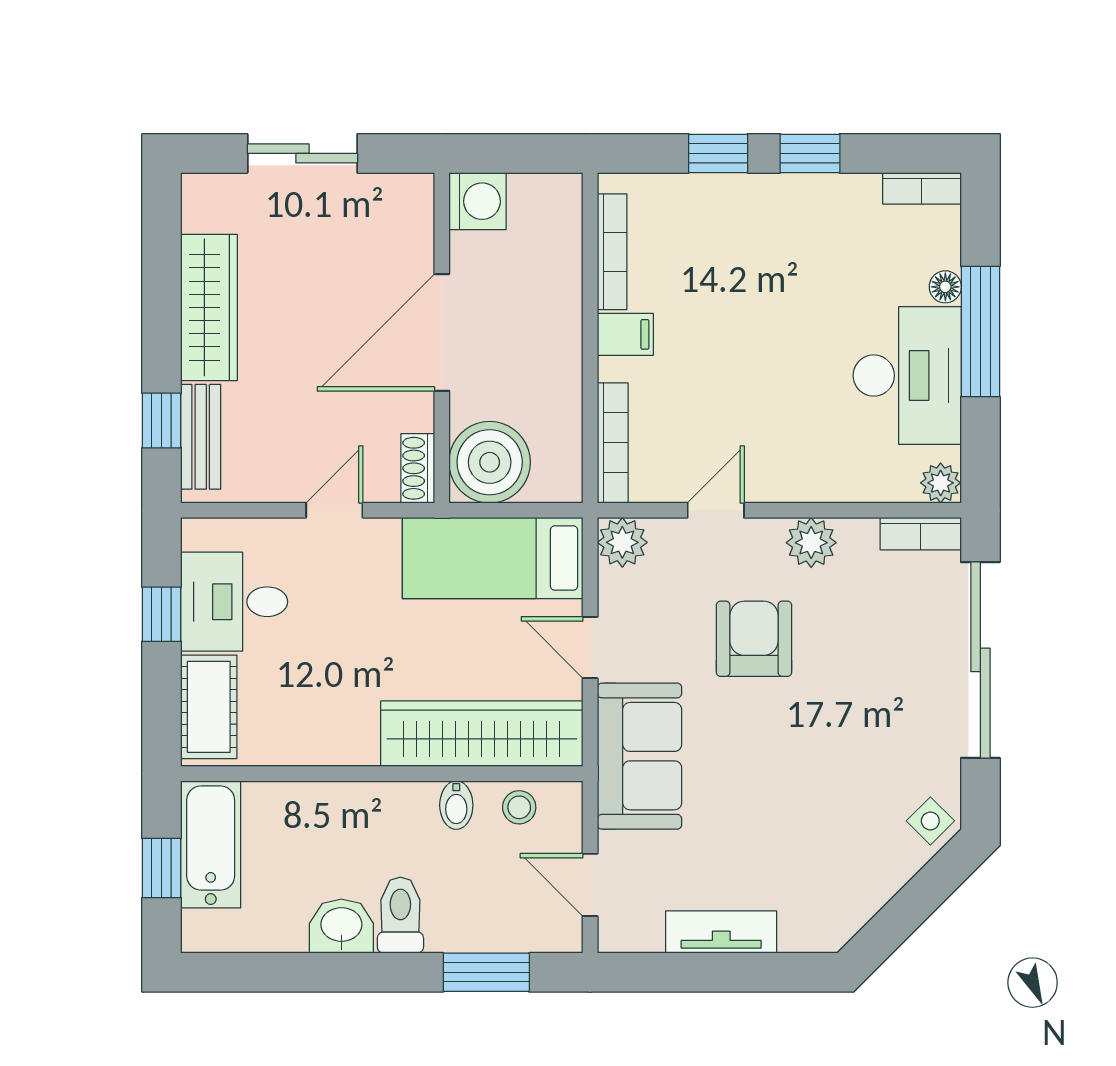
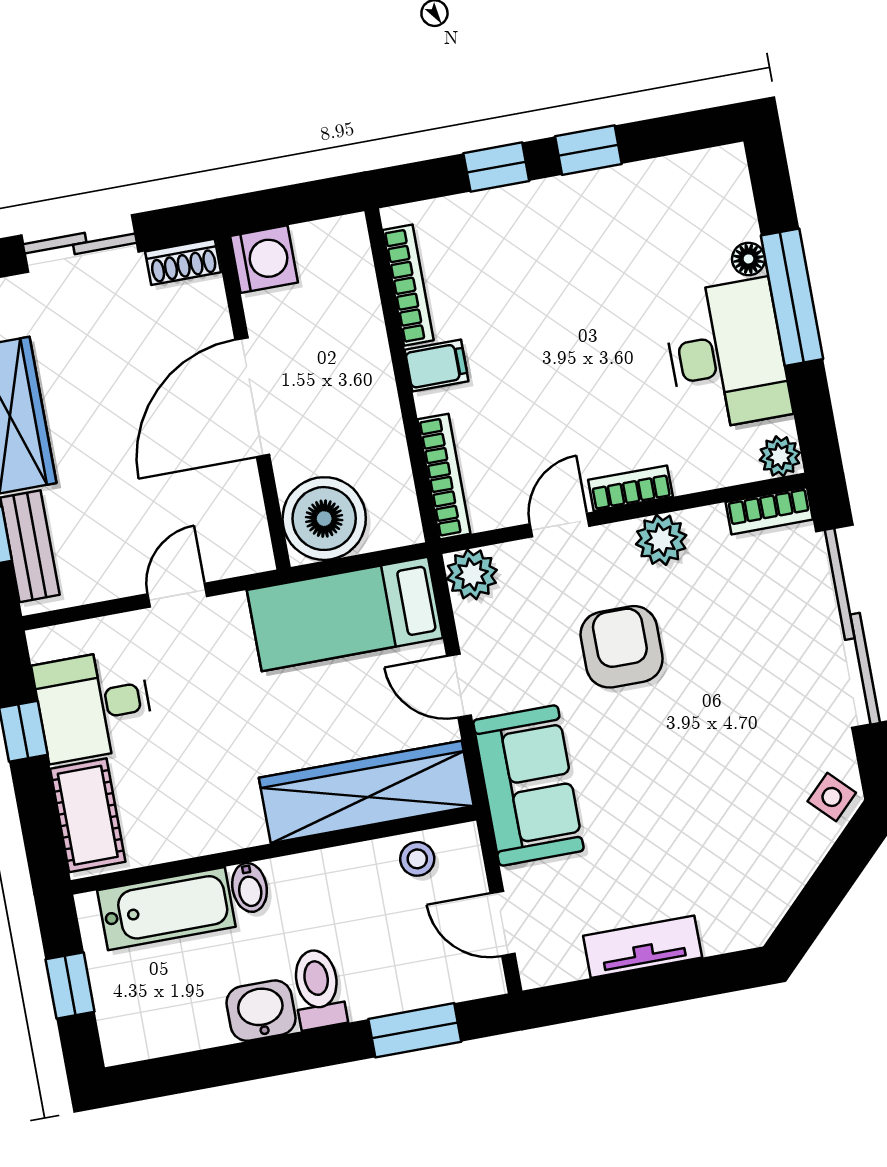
bookcase: (922, 188) -> (630, 488), moved, turned 180
shoe rack: (418, 468) -> (183, 262), moved, turned -90
bidet: (456, 805) -> (249, 887), moved
bathtub: (211, 844) -> (166, 909), moved, turned 90

